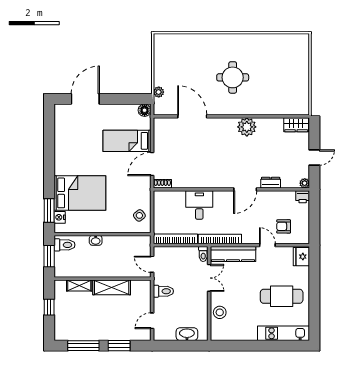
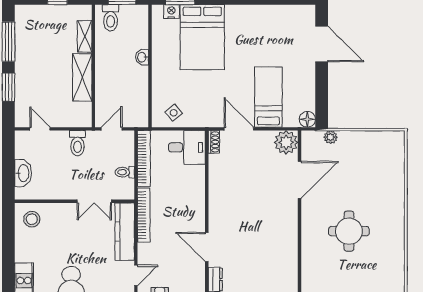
plant: (247, 127) -> (286, 142), moved
desk: (199, 205) -> (187, 147), moved
toilet: (65, 245) -> (111, 18), moved
toilet: (203, 254) -> (125, 172), moved
stool: (220, 312) -> (32, 219), moved

